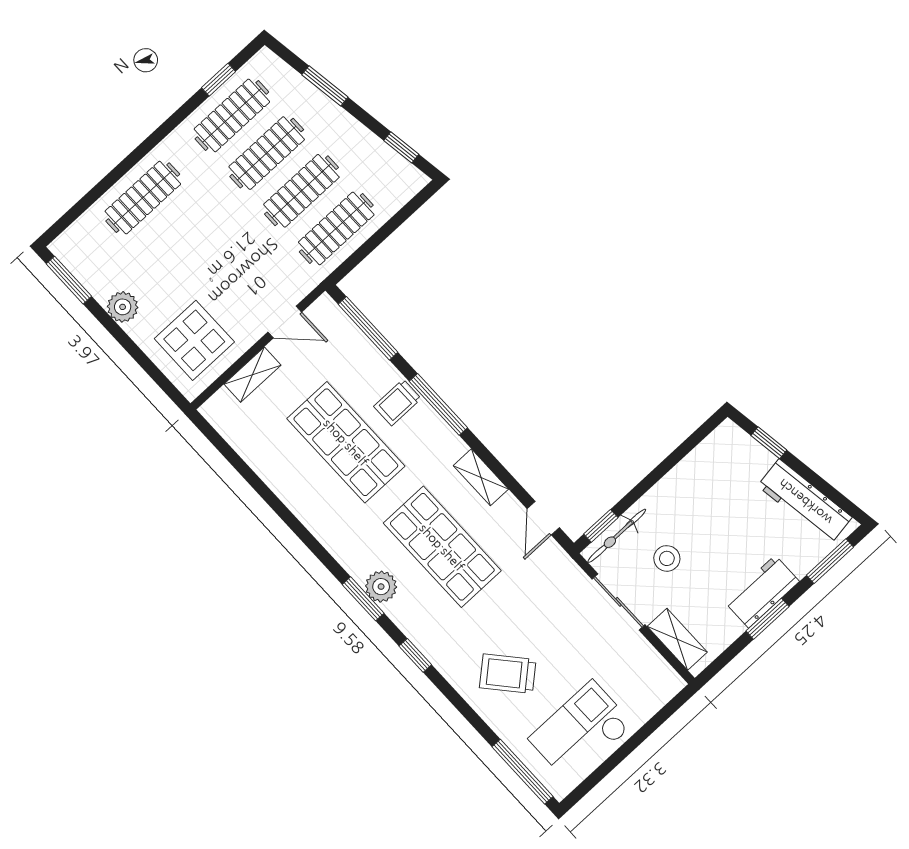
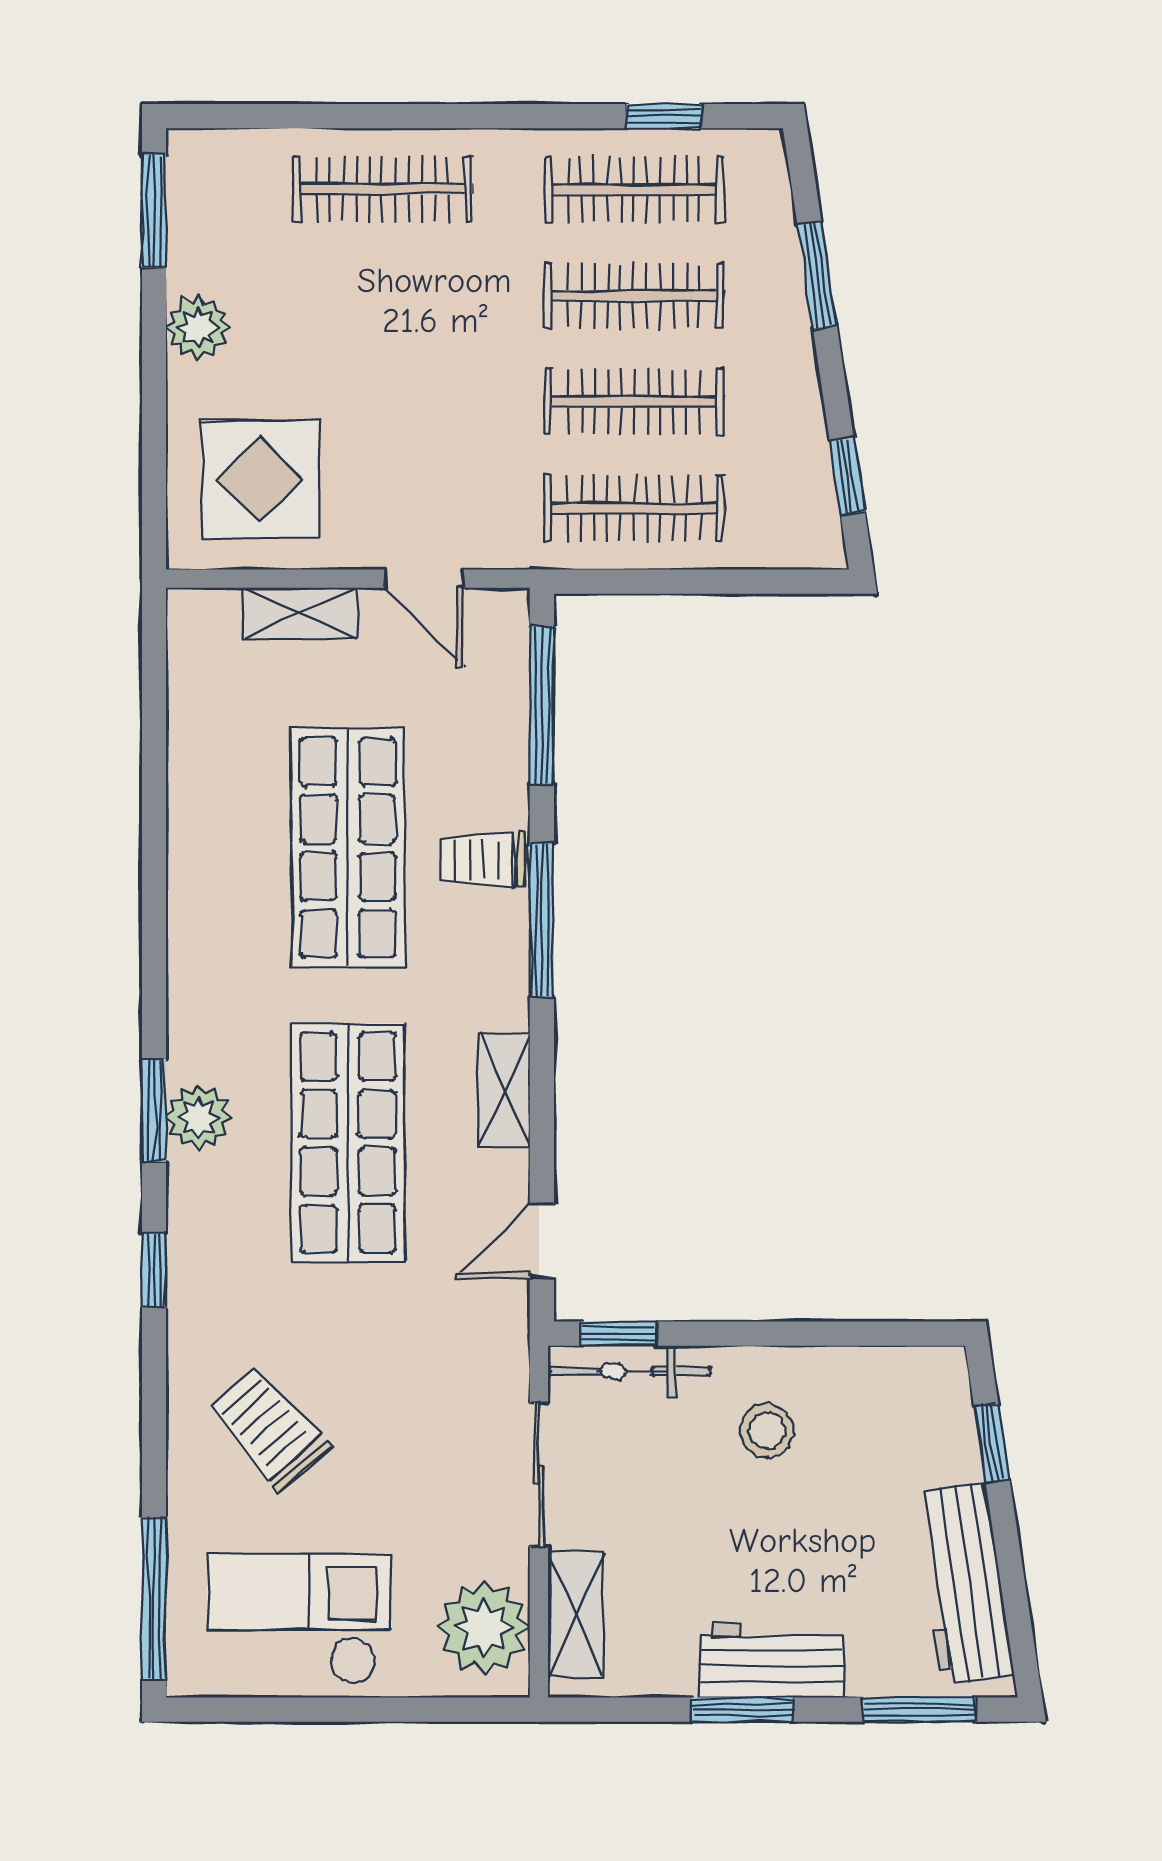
stool: (667, 558) -> (767, 1430), moved
plant: (649, 674) -> (484, 1628), added

